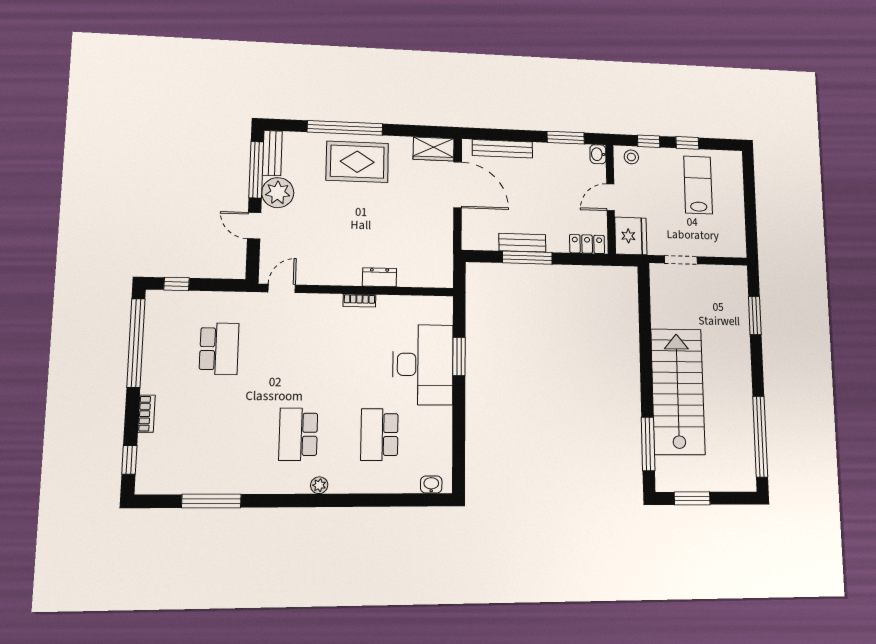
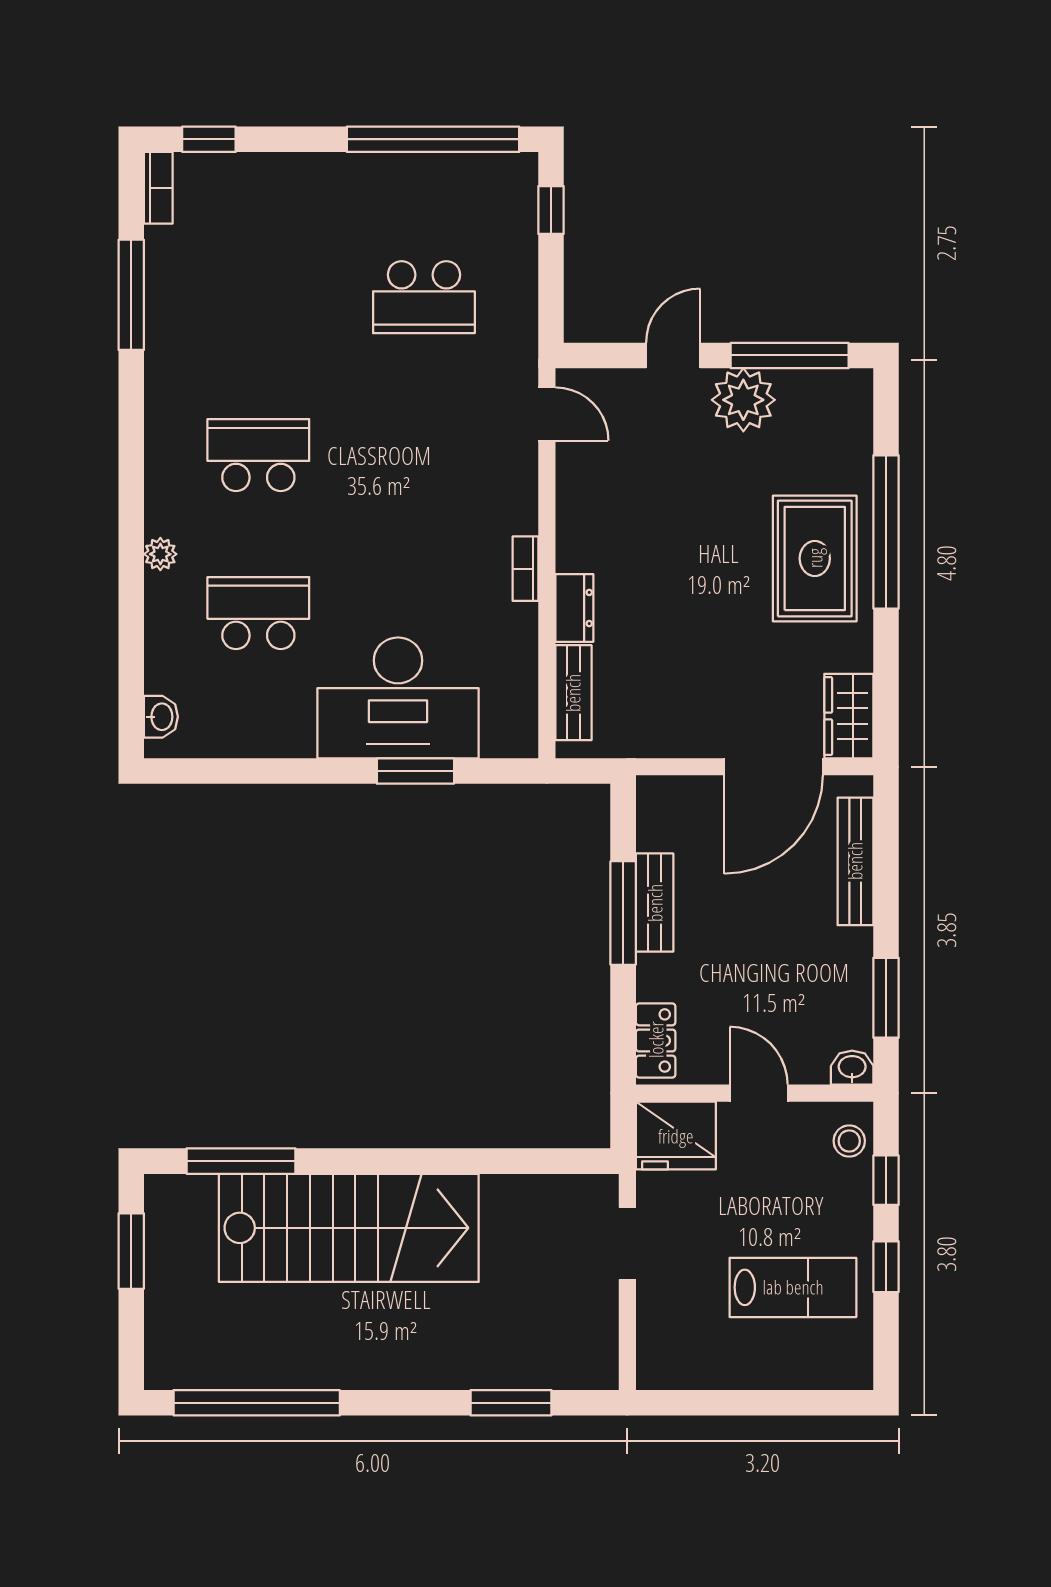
bench: (272, 153) -> (573, 693), moved, turned 90
bookcase: (146, 414) -> (158, 188), moved, turned -90
plant: (319, 485) -> (160, 554), moved

